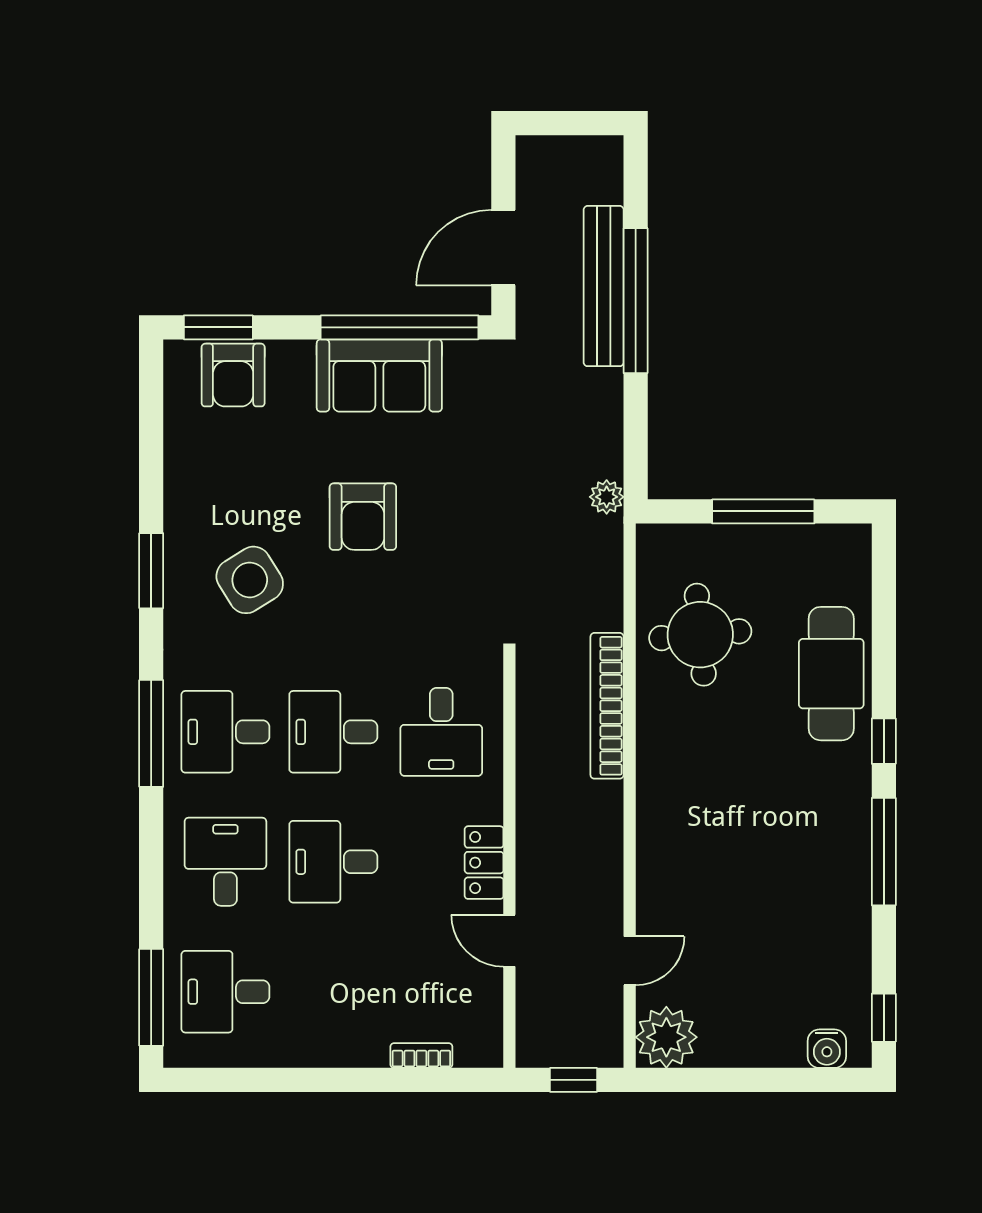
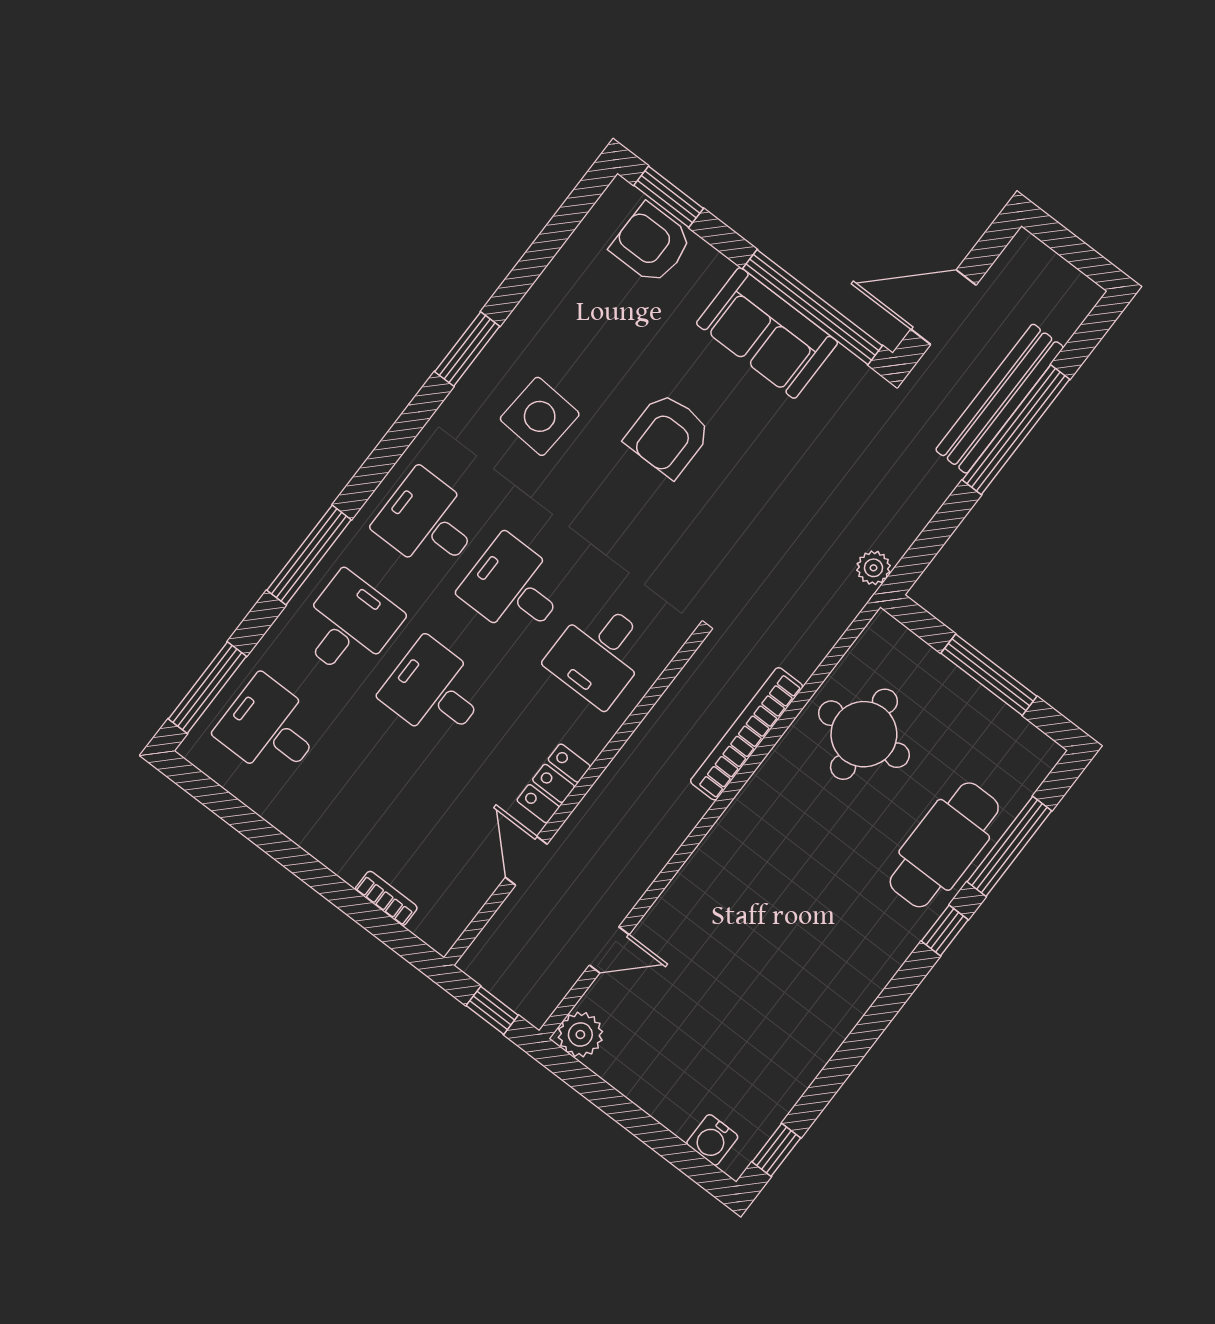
armchair: (233, 375) -> (651, 244), turned 90
side table: (250, 580) -> (540, 416), turned 36
window: (151, 733) -> (309, 555), moved
window: (884, 852) -> (1009, 846), moved
plant: (666, 1037) -> (580, 1035), width x0.73, depth x0.73

